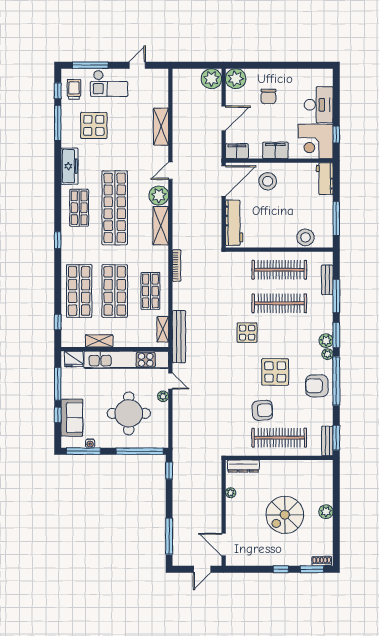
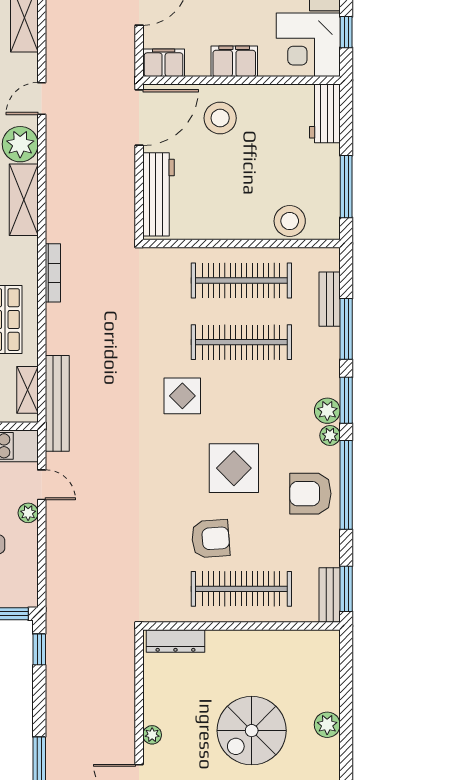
plant: (231, 493) -> (152, 735), moved

